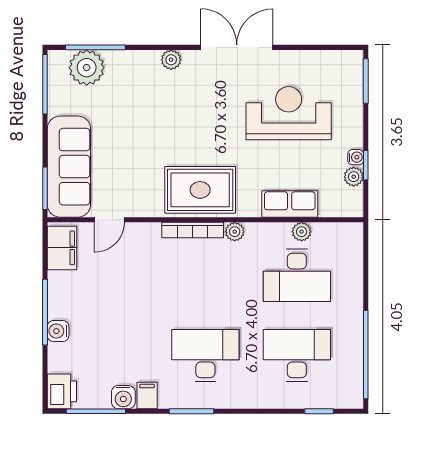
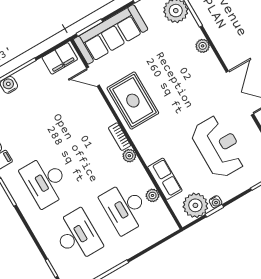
plant: (171, 60) -> (203, 46), moved
plant: (354, 177) -> (195, 205), width x1.87, depth x1.87
rug: (200, 190) -> (133, 101), moved
bookcase: (193, 230) -> (120, 137), width x0.64
desk: (205, 356) -> (45, 181), turned 180

